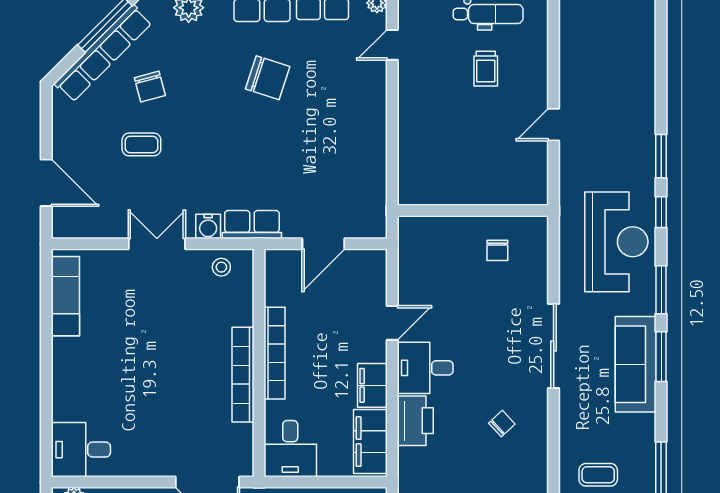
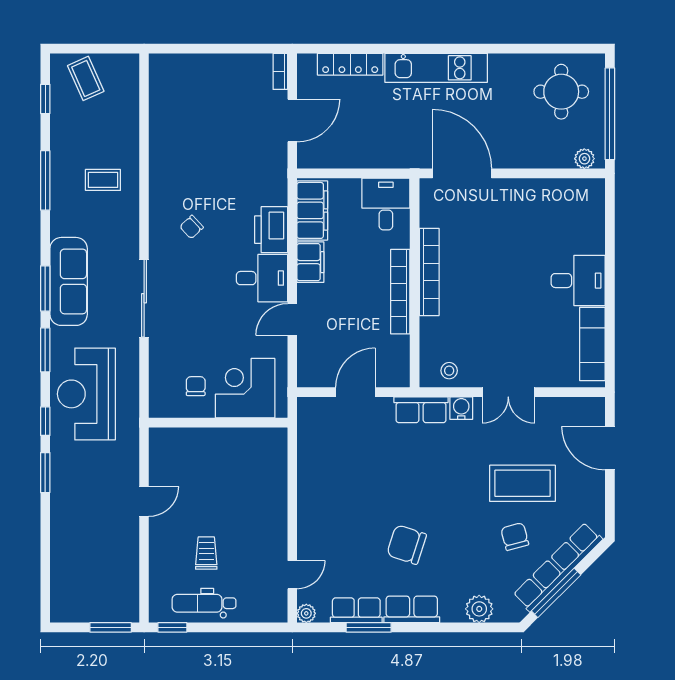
coffee table: (141, 144) -> (523, 483), width x1.86, depth x1.72
corner desk: (443, 248) -> (245, 388), added
desk: (81, 450) -> (578, 281), moved

